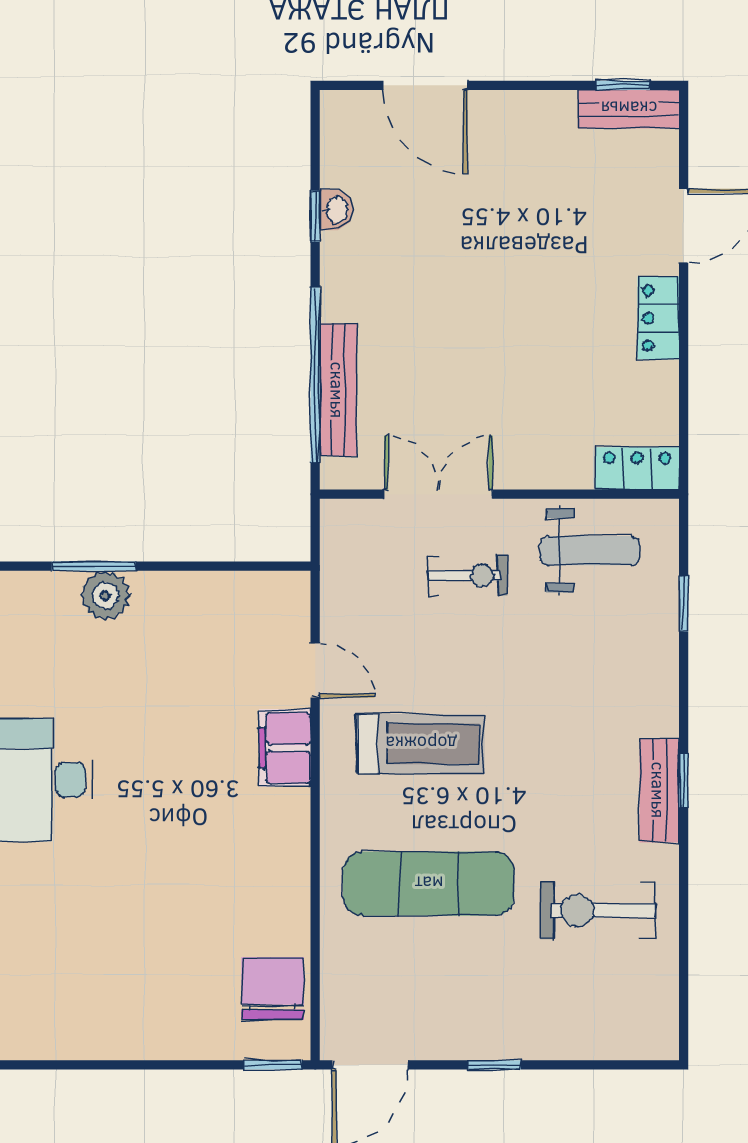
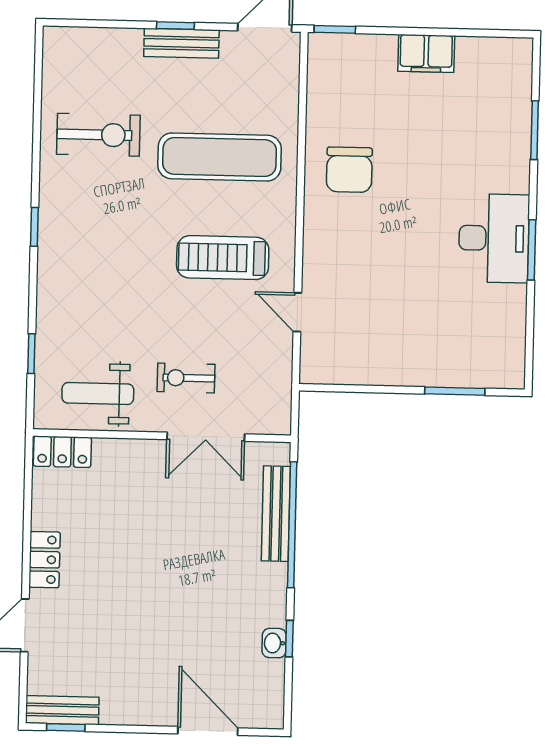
plant: (105, 596) -> (447, 370), removed
filing cabinet: (285, 748) -> (426, 53), moved, turned 90
bench: (659, 790) -> (181, 43), moved, turned 90
chair: (273, 988) -> (349, 170), moved

